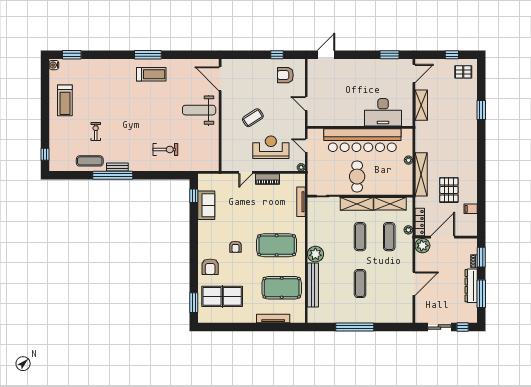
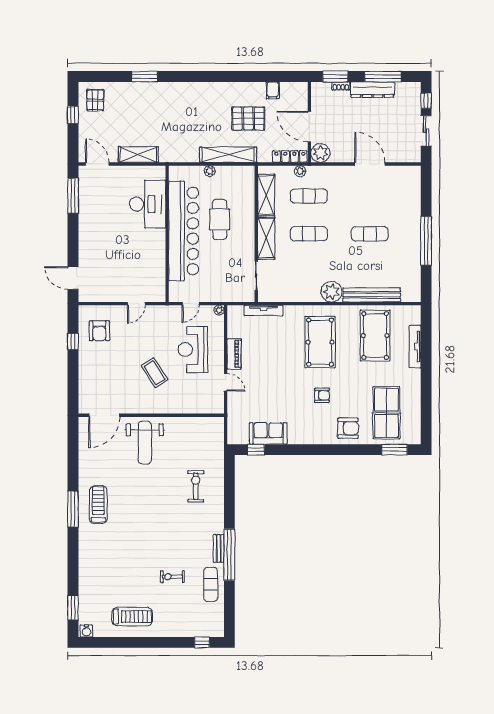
window: (389, 55) -> (73, 196), width x1.44
cafe table: (357, 177) -> (220, 219), moved, turned 90

